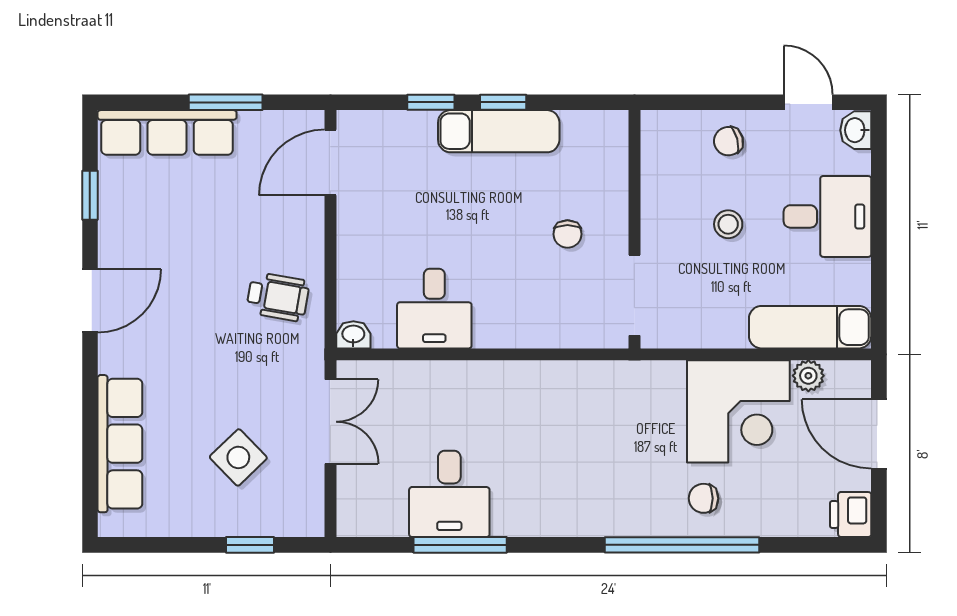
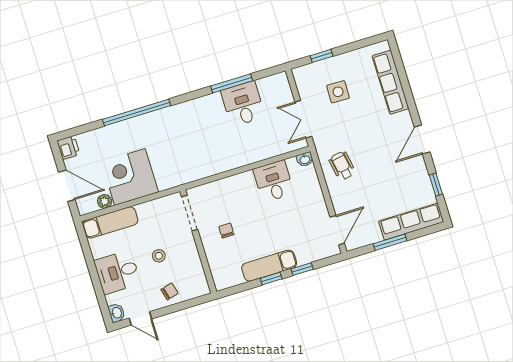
wheelchair: (278, 297) -> (342, 166), turned 70
side table: (238, 457) -> (338, 92), turned 45
chair: (704, 498) -> (133, 135), removed

